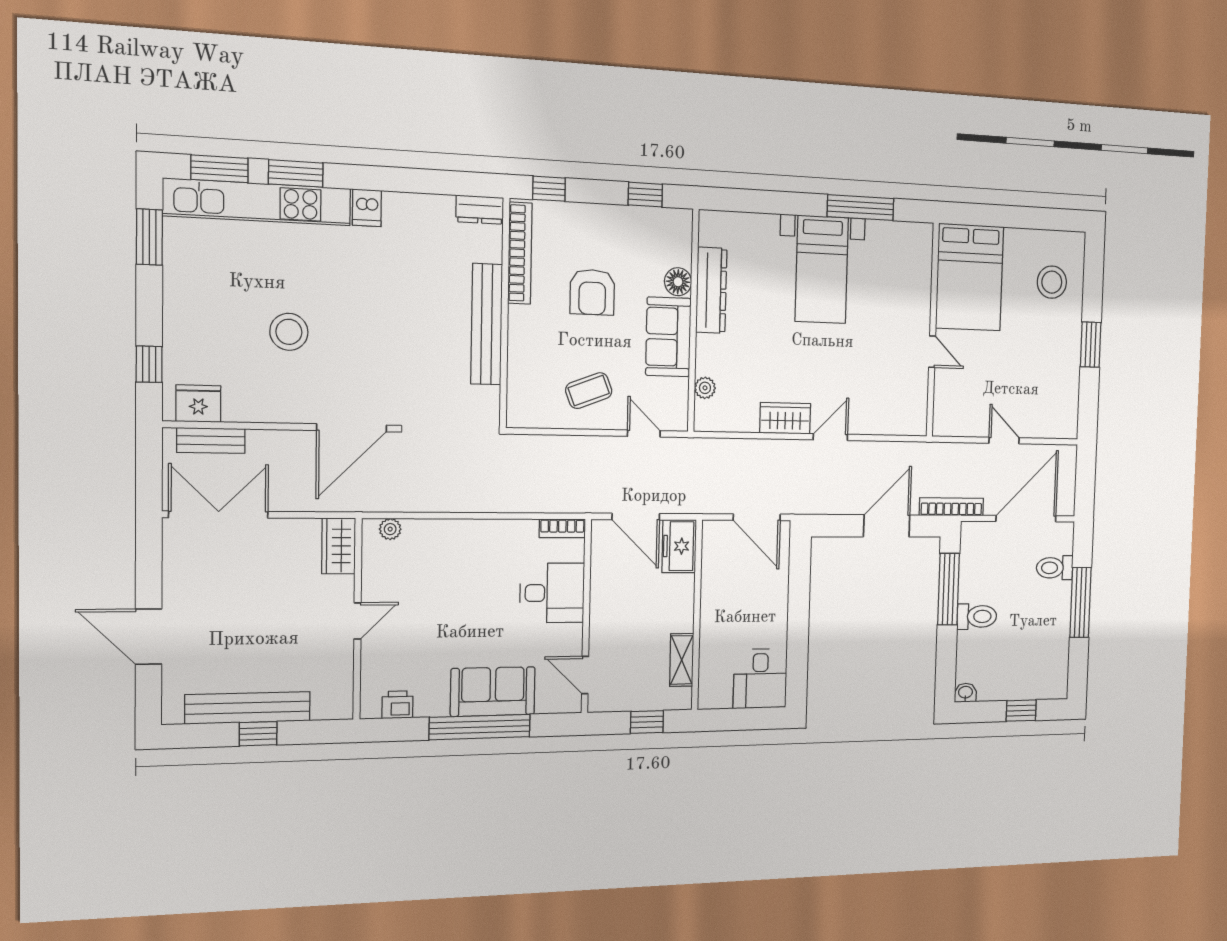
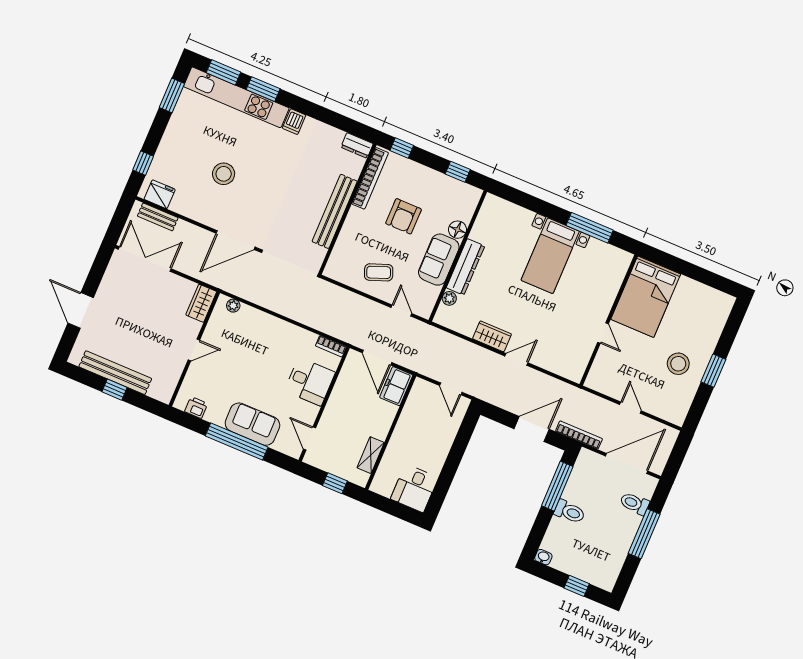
stool: (1052, 282) -> (678, 364), moved
dresser: (711, 290) -> (465, 267), moved
door: (757, 517) -> (451, 389), width x0.73

